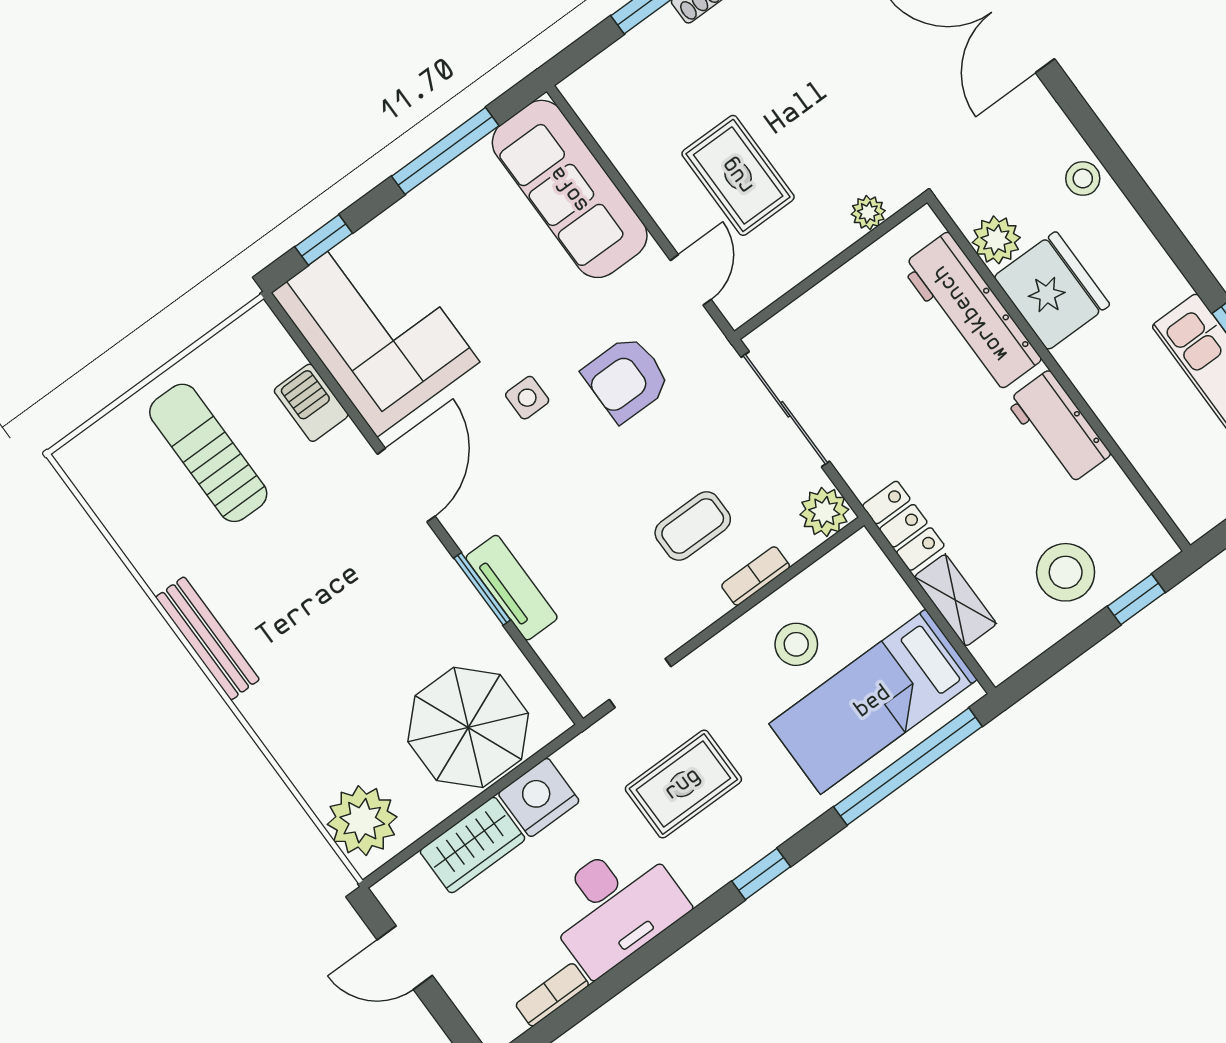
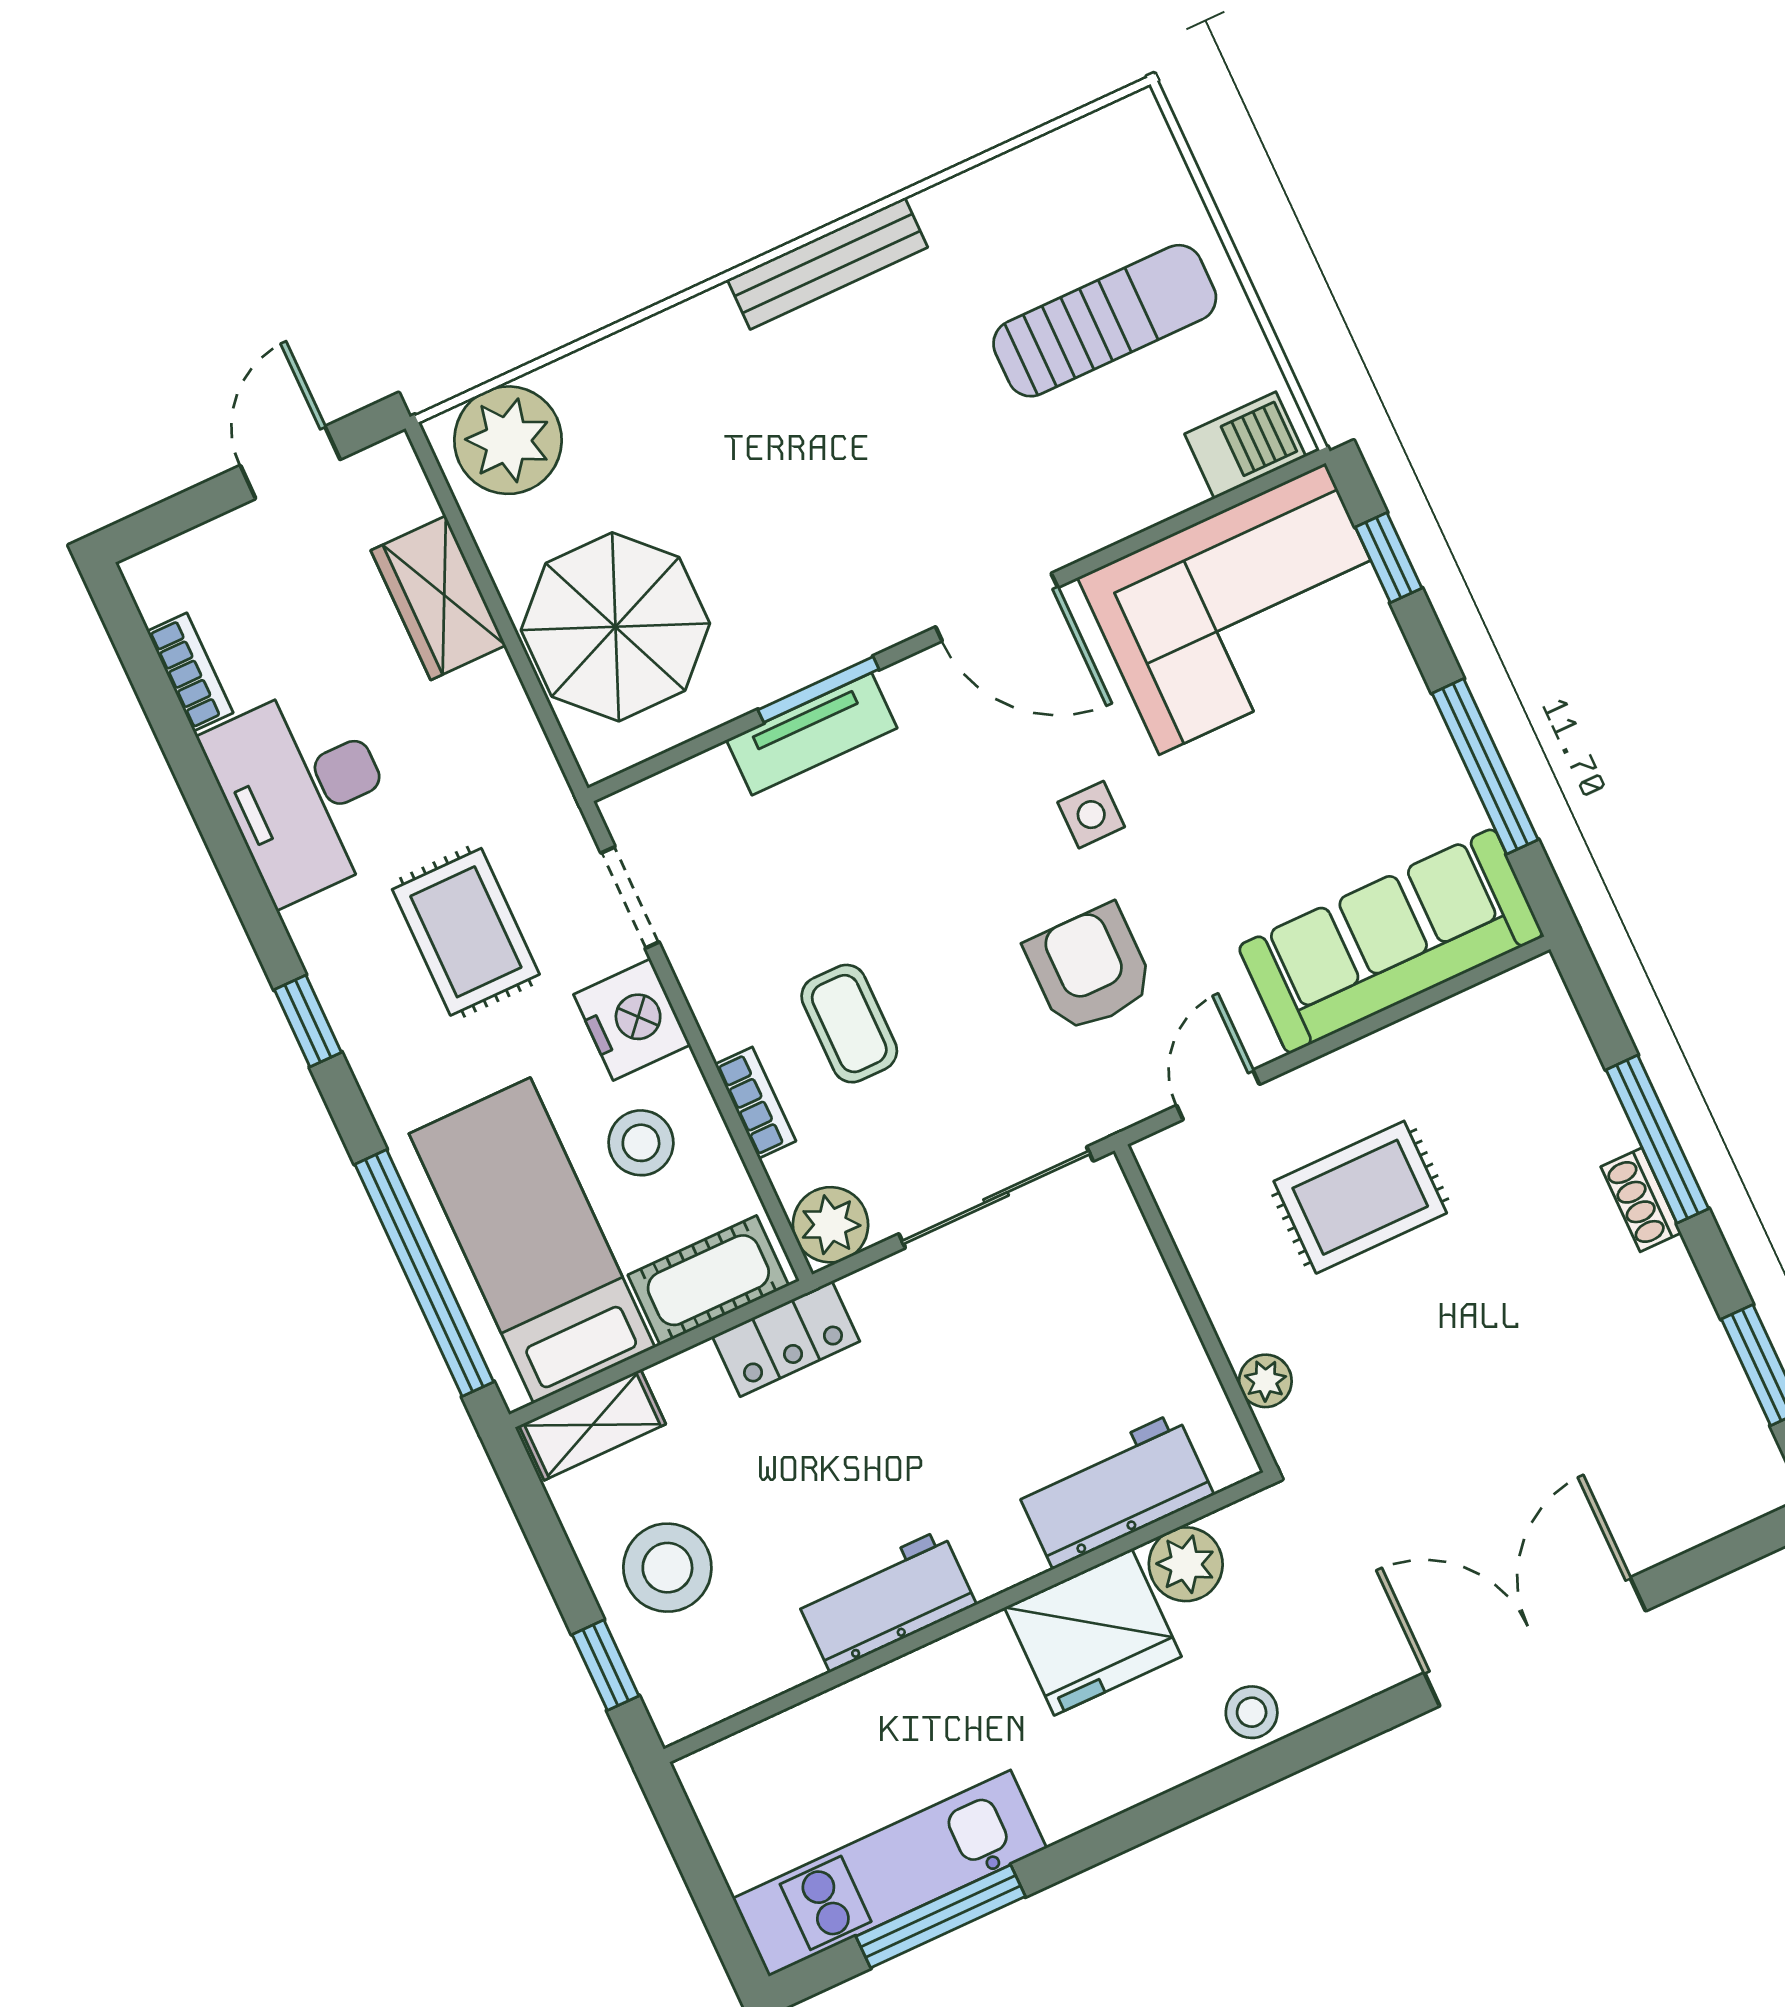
door: (691, 280) -> (1218, 1095), swing flipped
workbench: (971, 313) -> (1114, 1491), width x0.73
barbecue: (311, 403) -> (1245, 445), moved
cot: (876, 583) -> (708, 1280), added
shelving: (955, 600) -> (592, 1425), moved
nightstand: (539, 797) -> (632, 1020), moved

